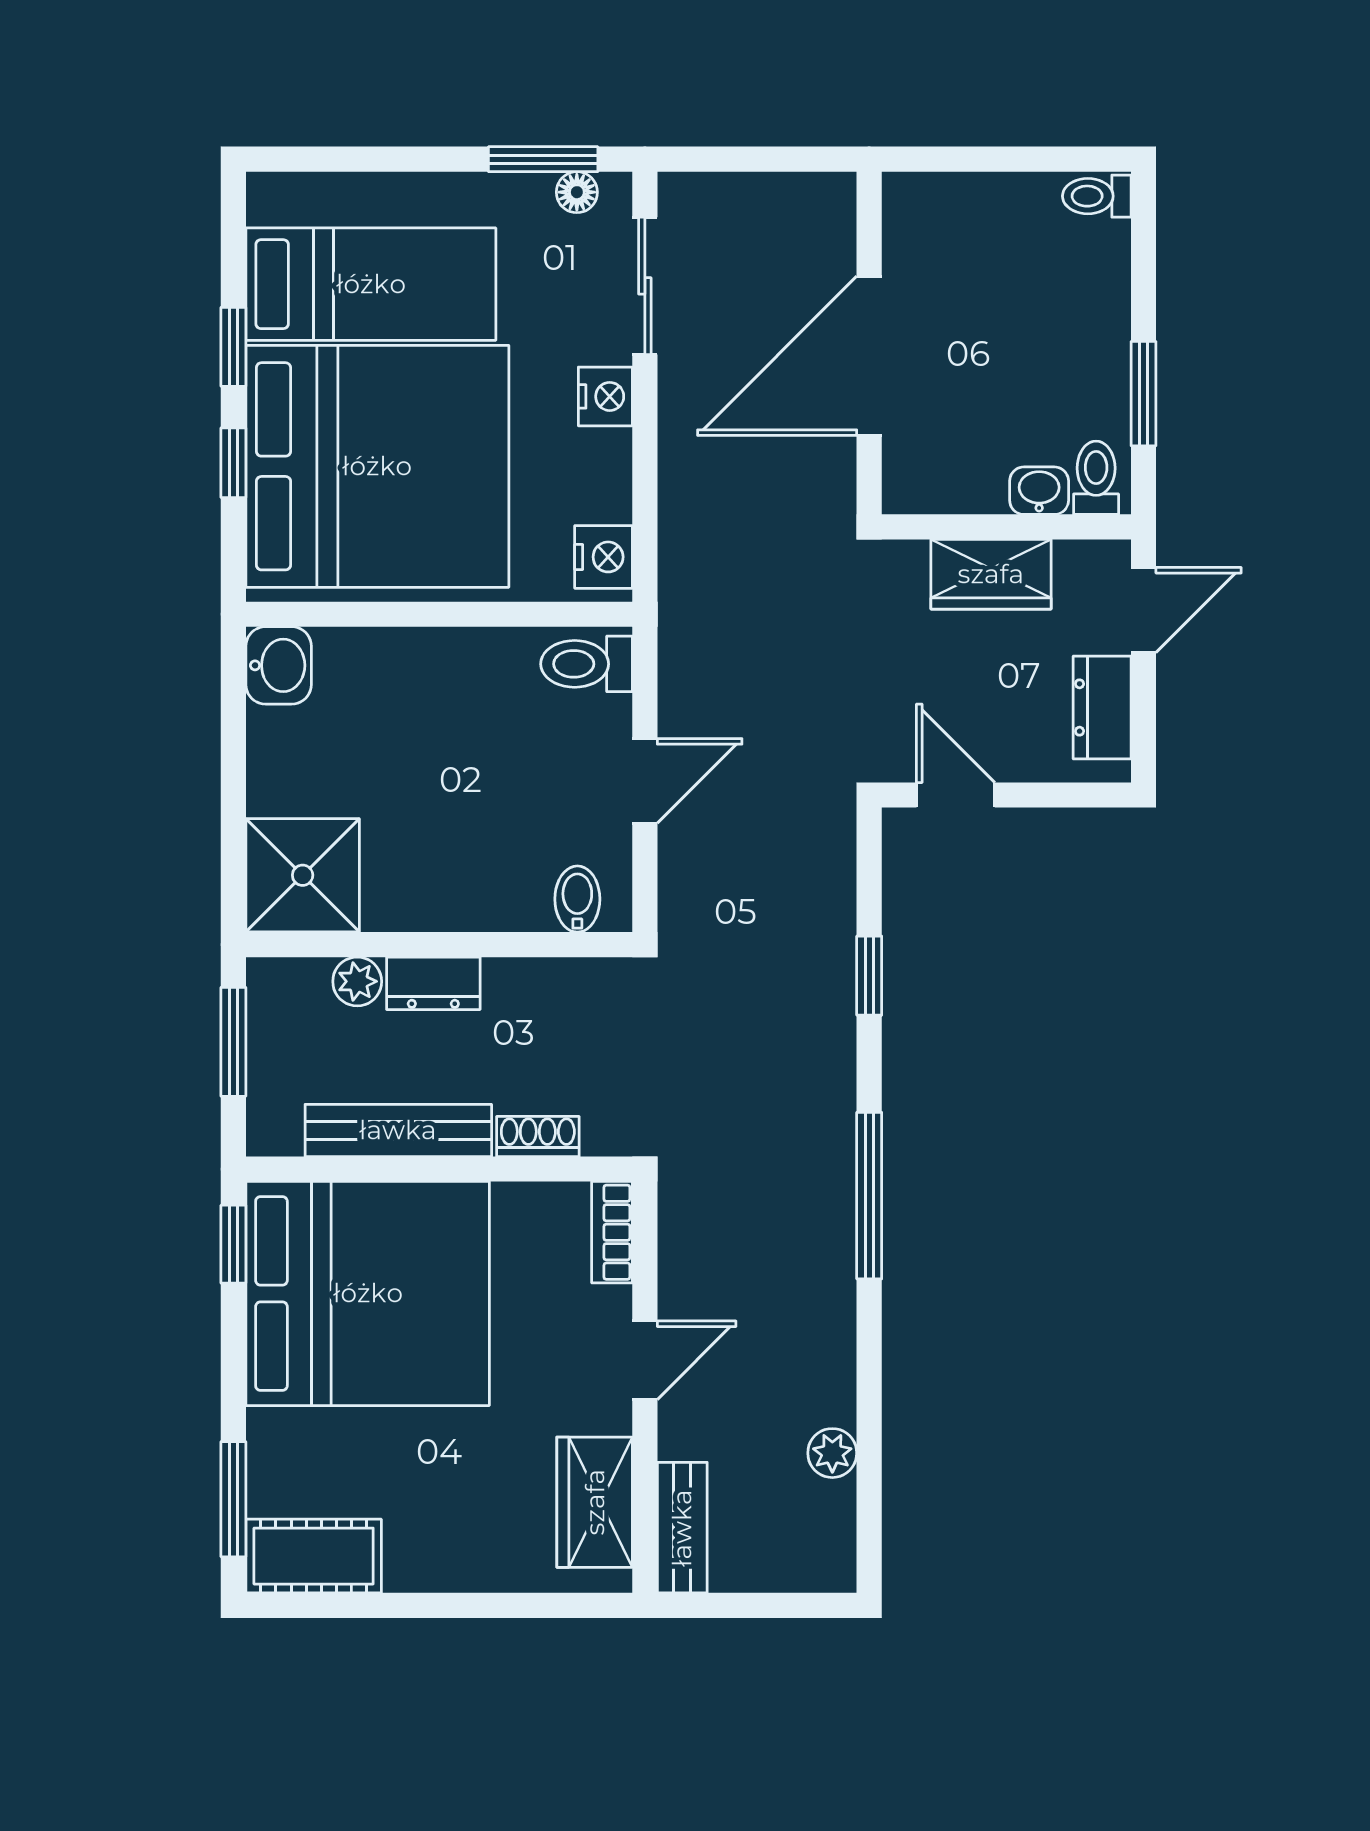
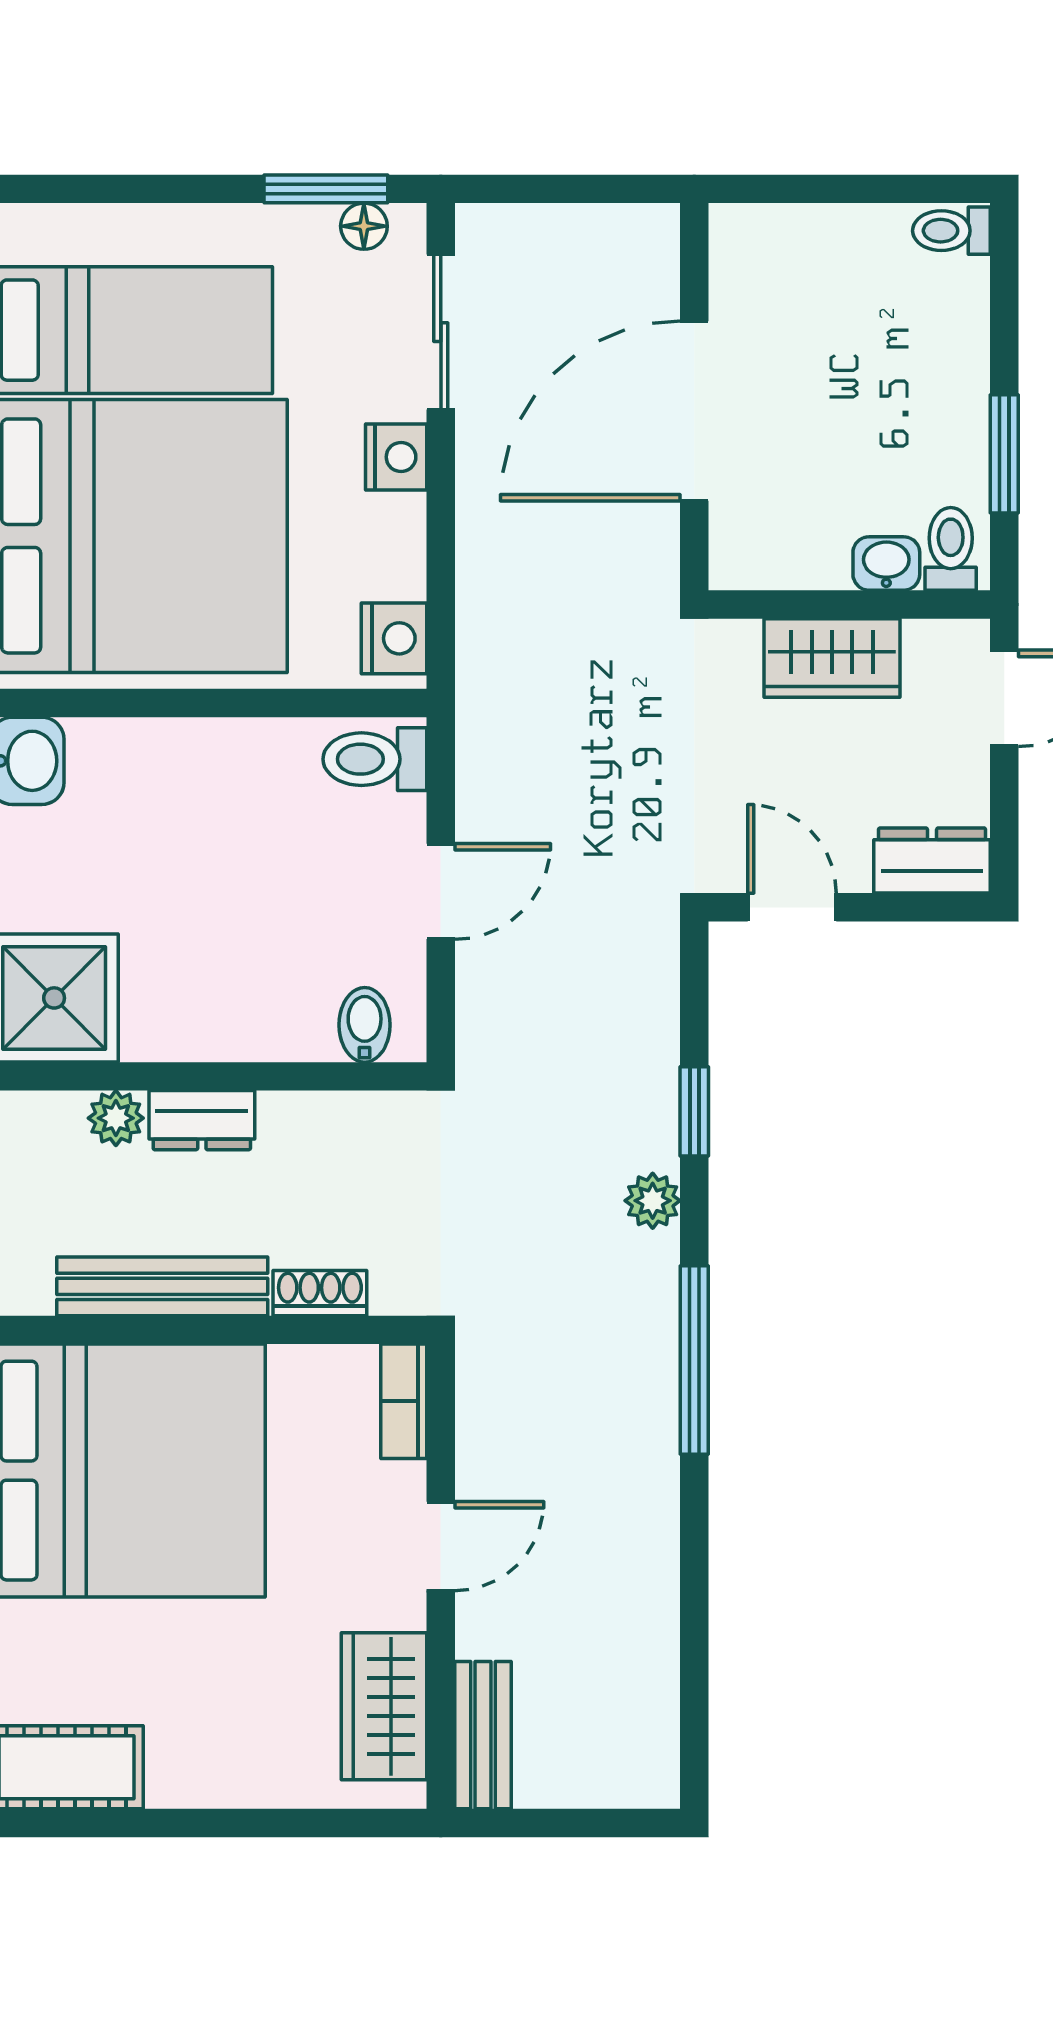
dresser: (1102, 707) -> (932, 861), moved, turned 90
plant: (832, 1453) -> (653, 1201), moved

